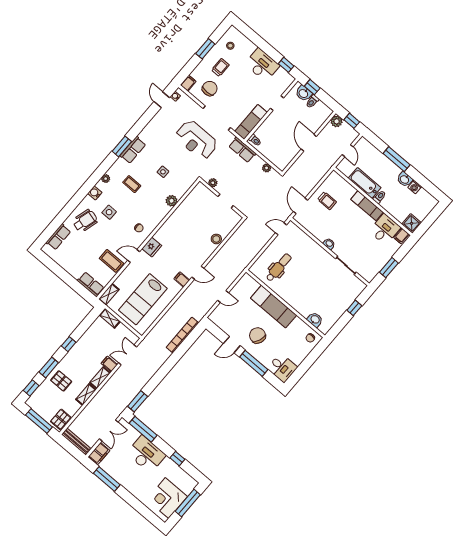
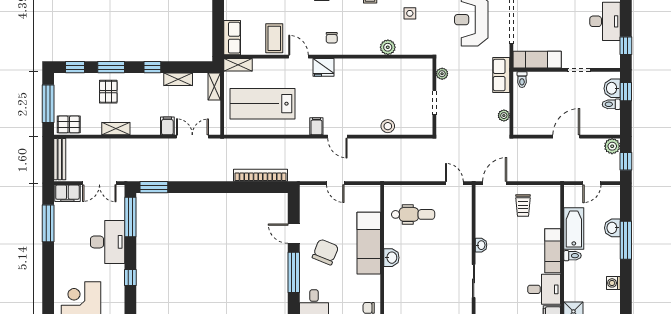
washbasin: (405, 179) -> (612, 228), moved
washbasin: (315, 320) -> (391, 258), moved
shelving: (100, 378) -> (178, 79), moved

